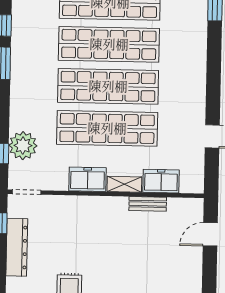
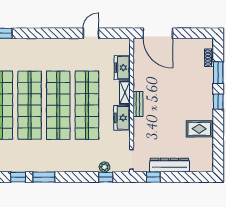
plant: (23, 146) -> (104, 167), width x0.53, depth x0.53
bench: (148, 204) -> (138, 104), moved
door: (210, 234) -> (158, 33), width x1.88

